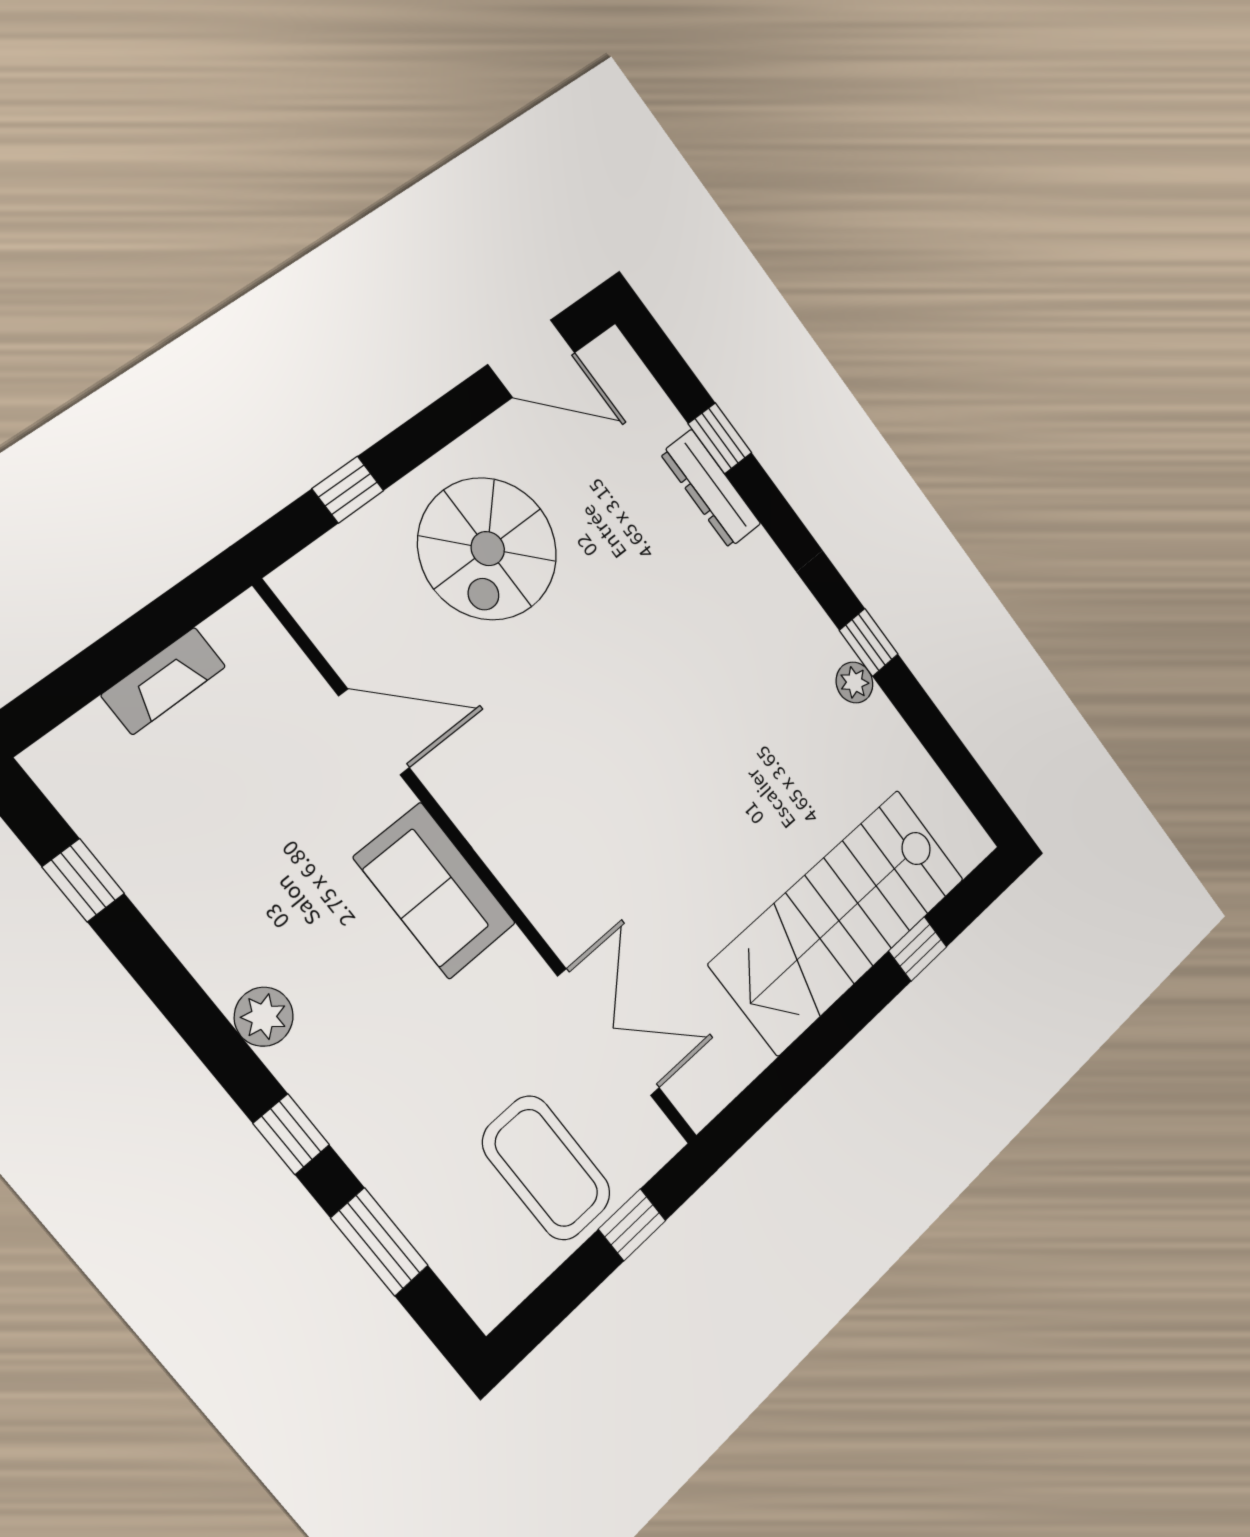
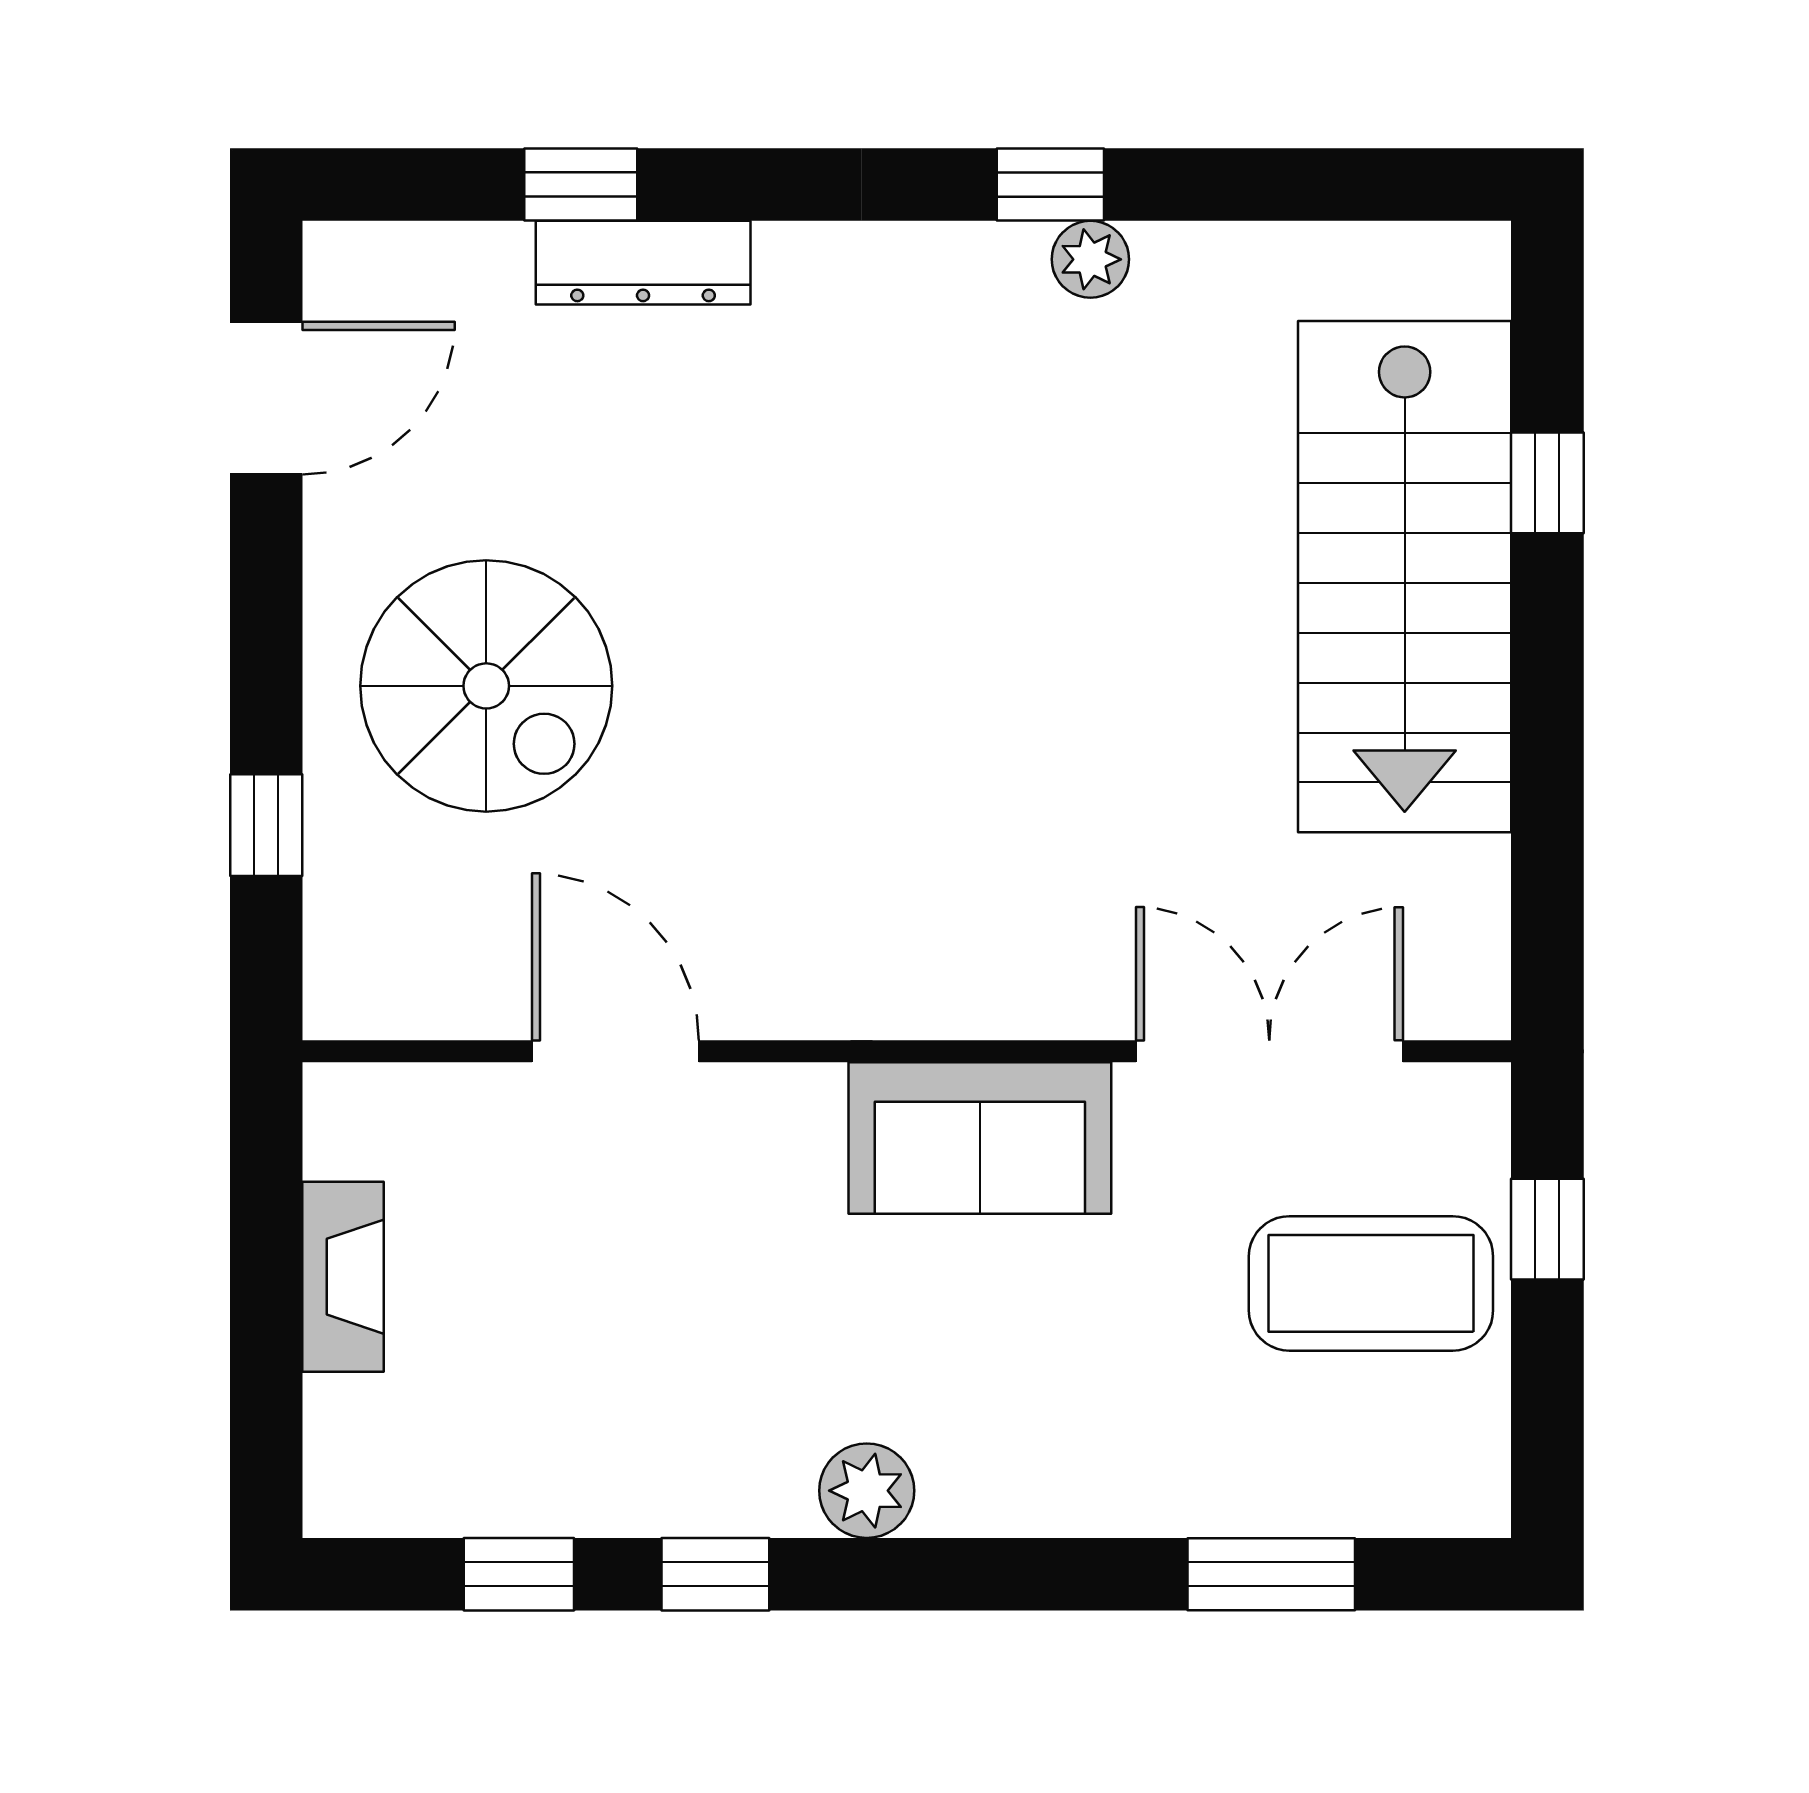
door: (374, 732) -> (615, 1051), hinge flipped
sofa: (435, 890) -> (980, 1138), moved
window: (291, 1134) -> (715, 1574), moved

